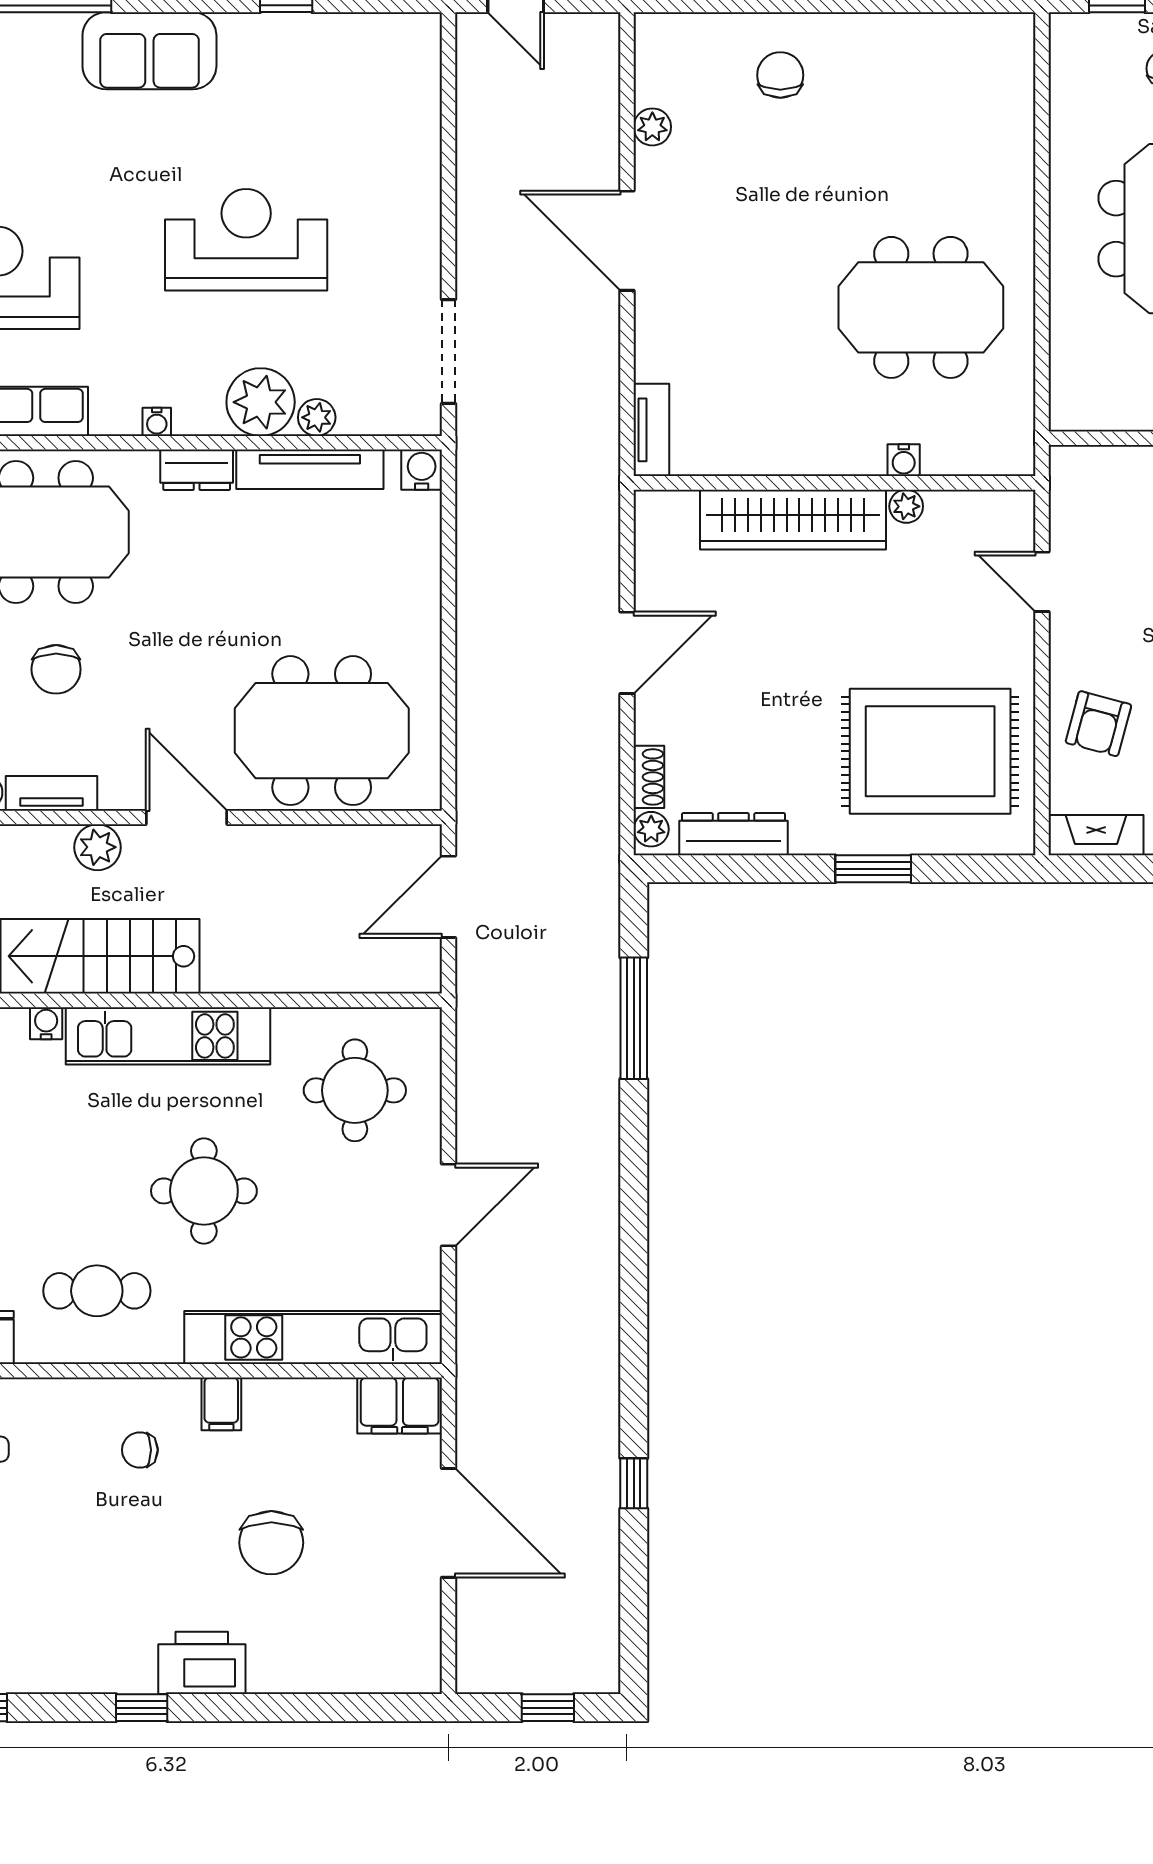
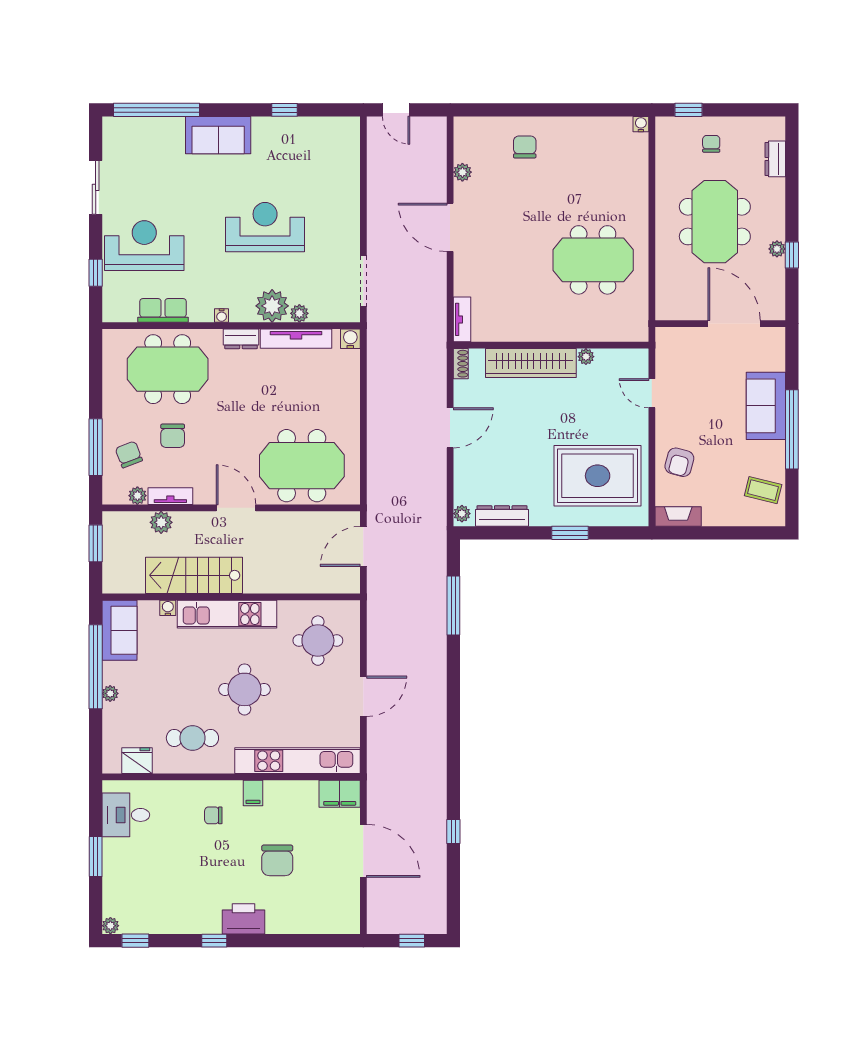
water cooler: (904, 460) -> (641, 124), moved, turned 180
shoe rack: (649, 777) -> (461, 364), moved
plant: (98, 847) -> (161, 522), moved

